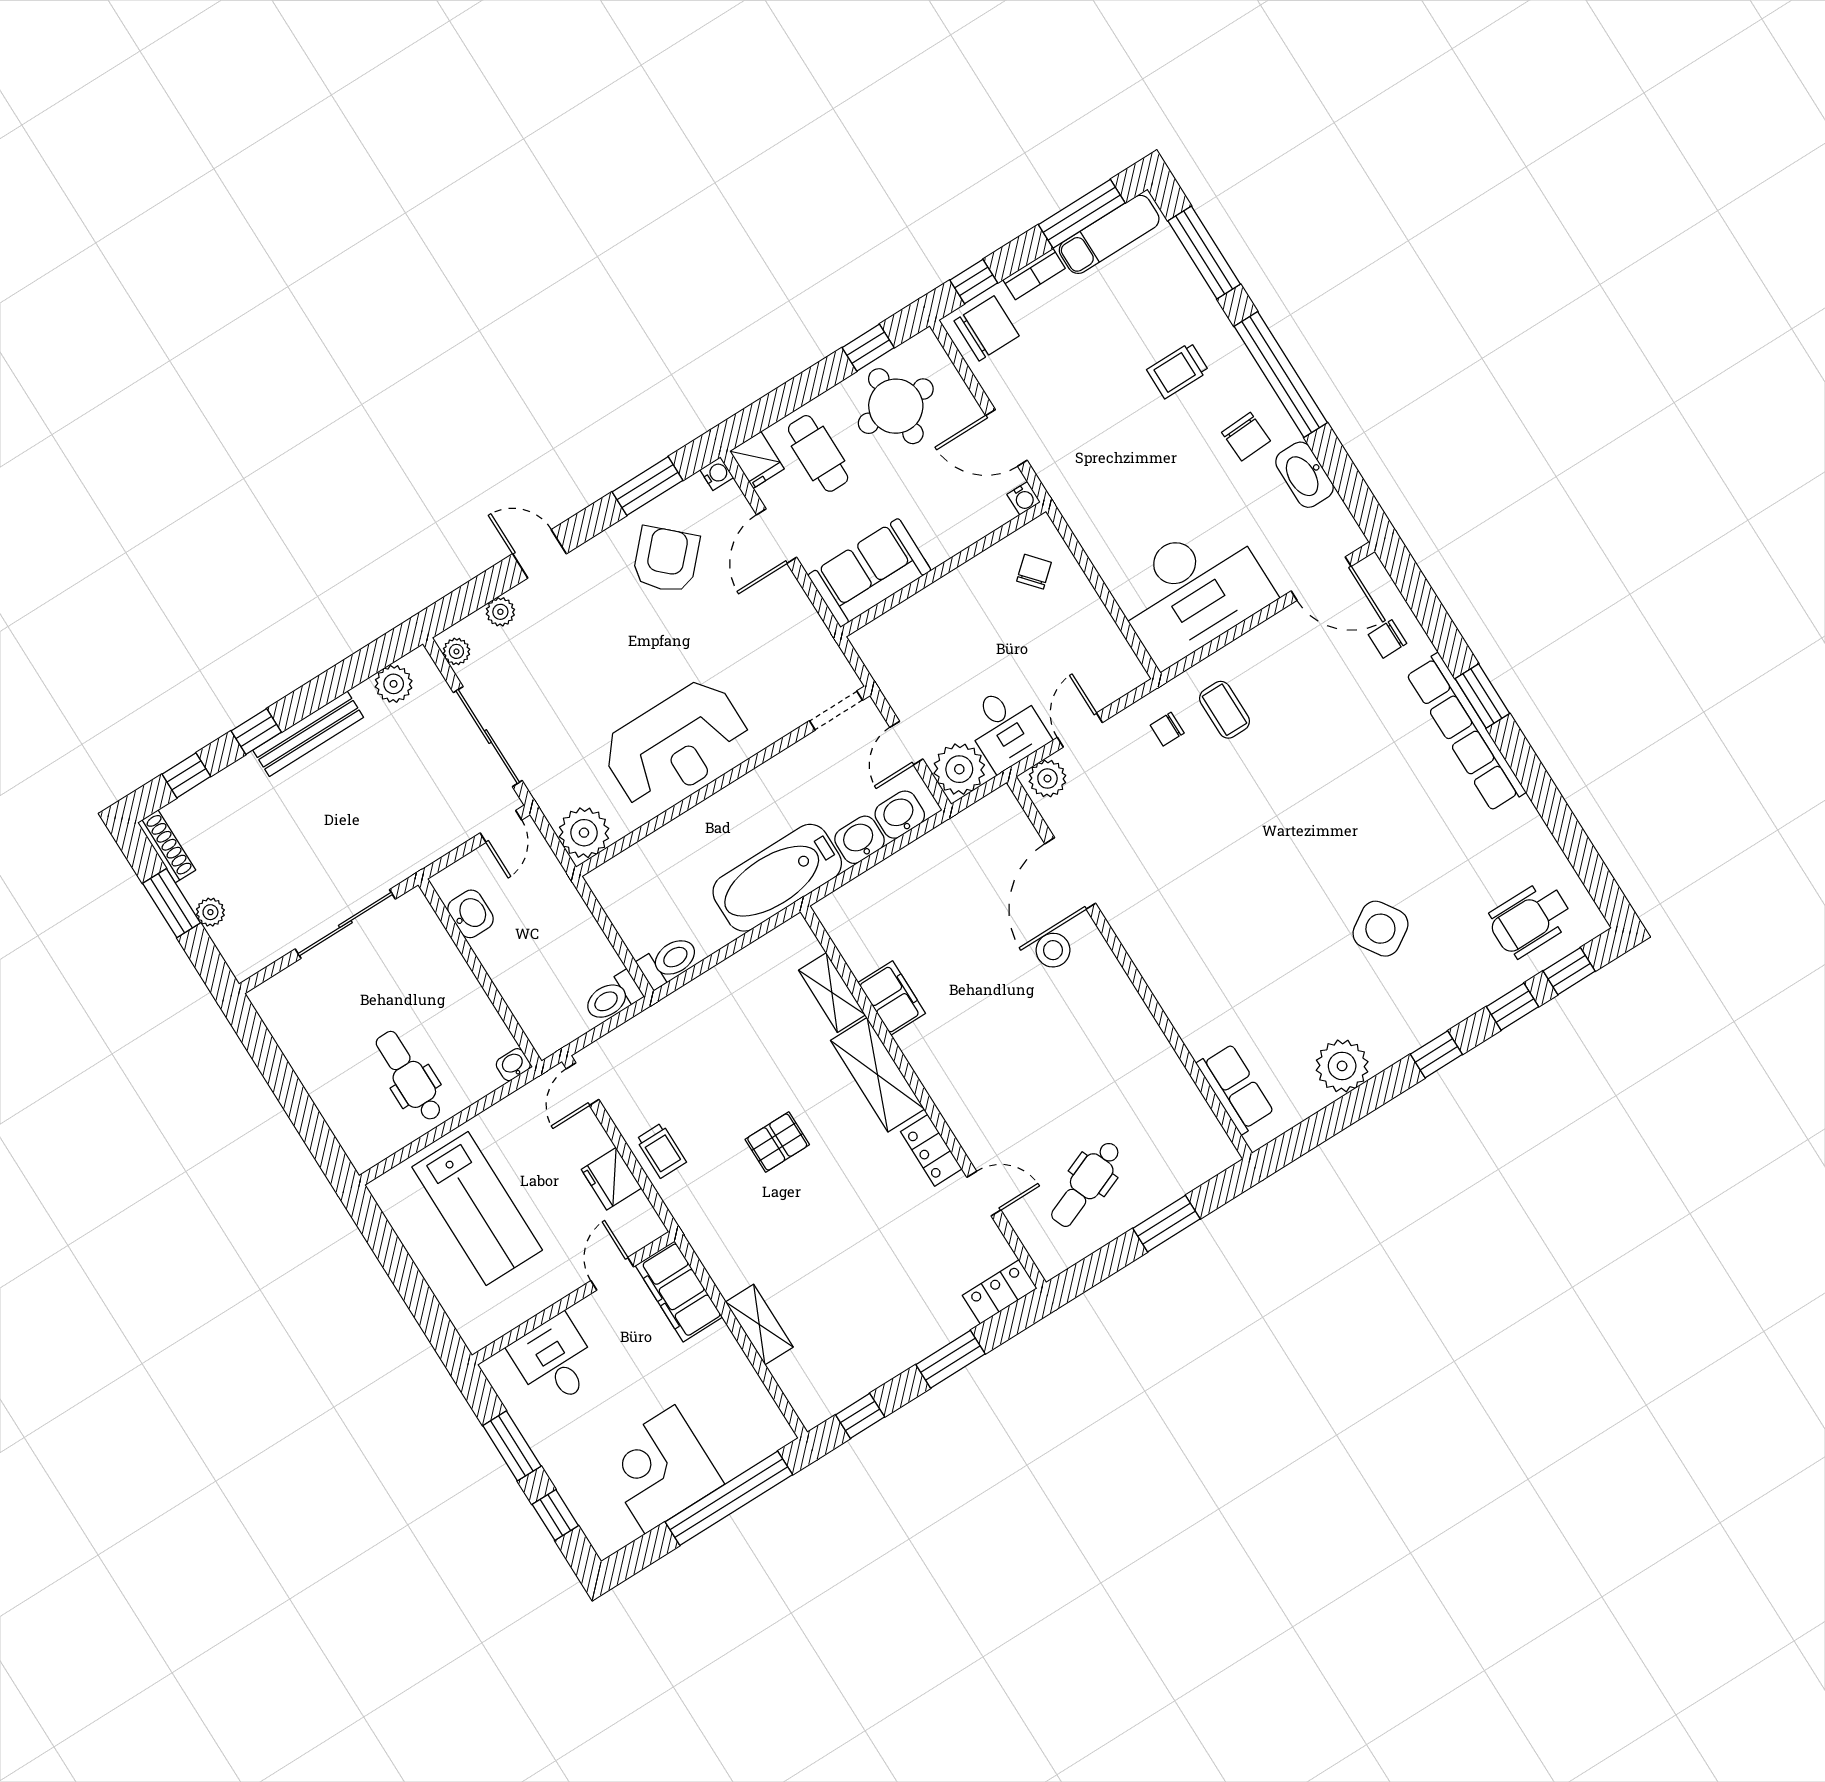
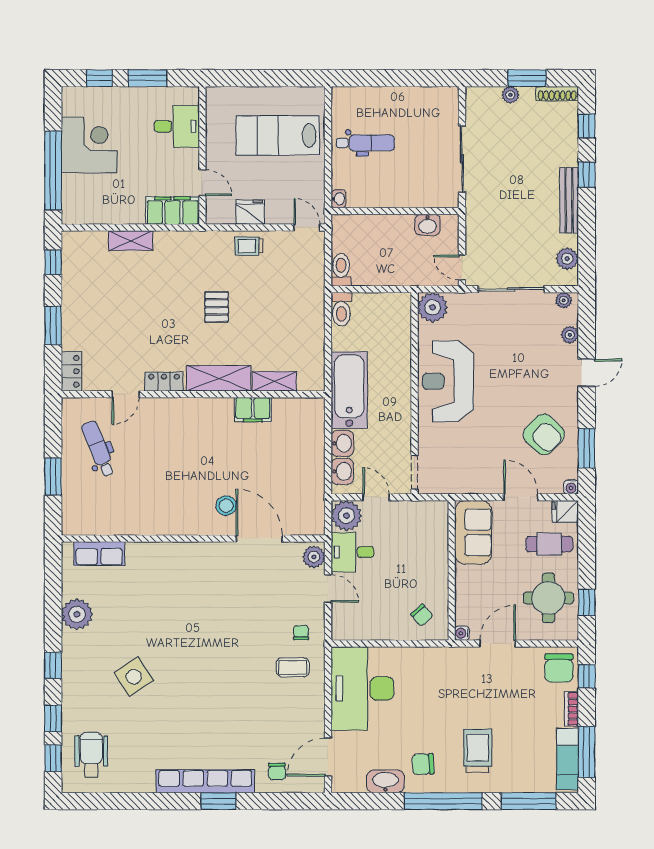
trolley: (1178, 370) -> (478, 751), width x1.36, depth x1.39
chair: (1387, 639) -> (277, 771), turned 180

